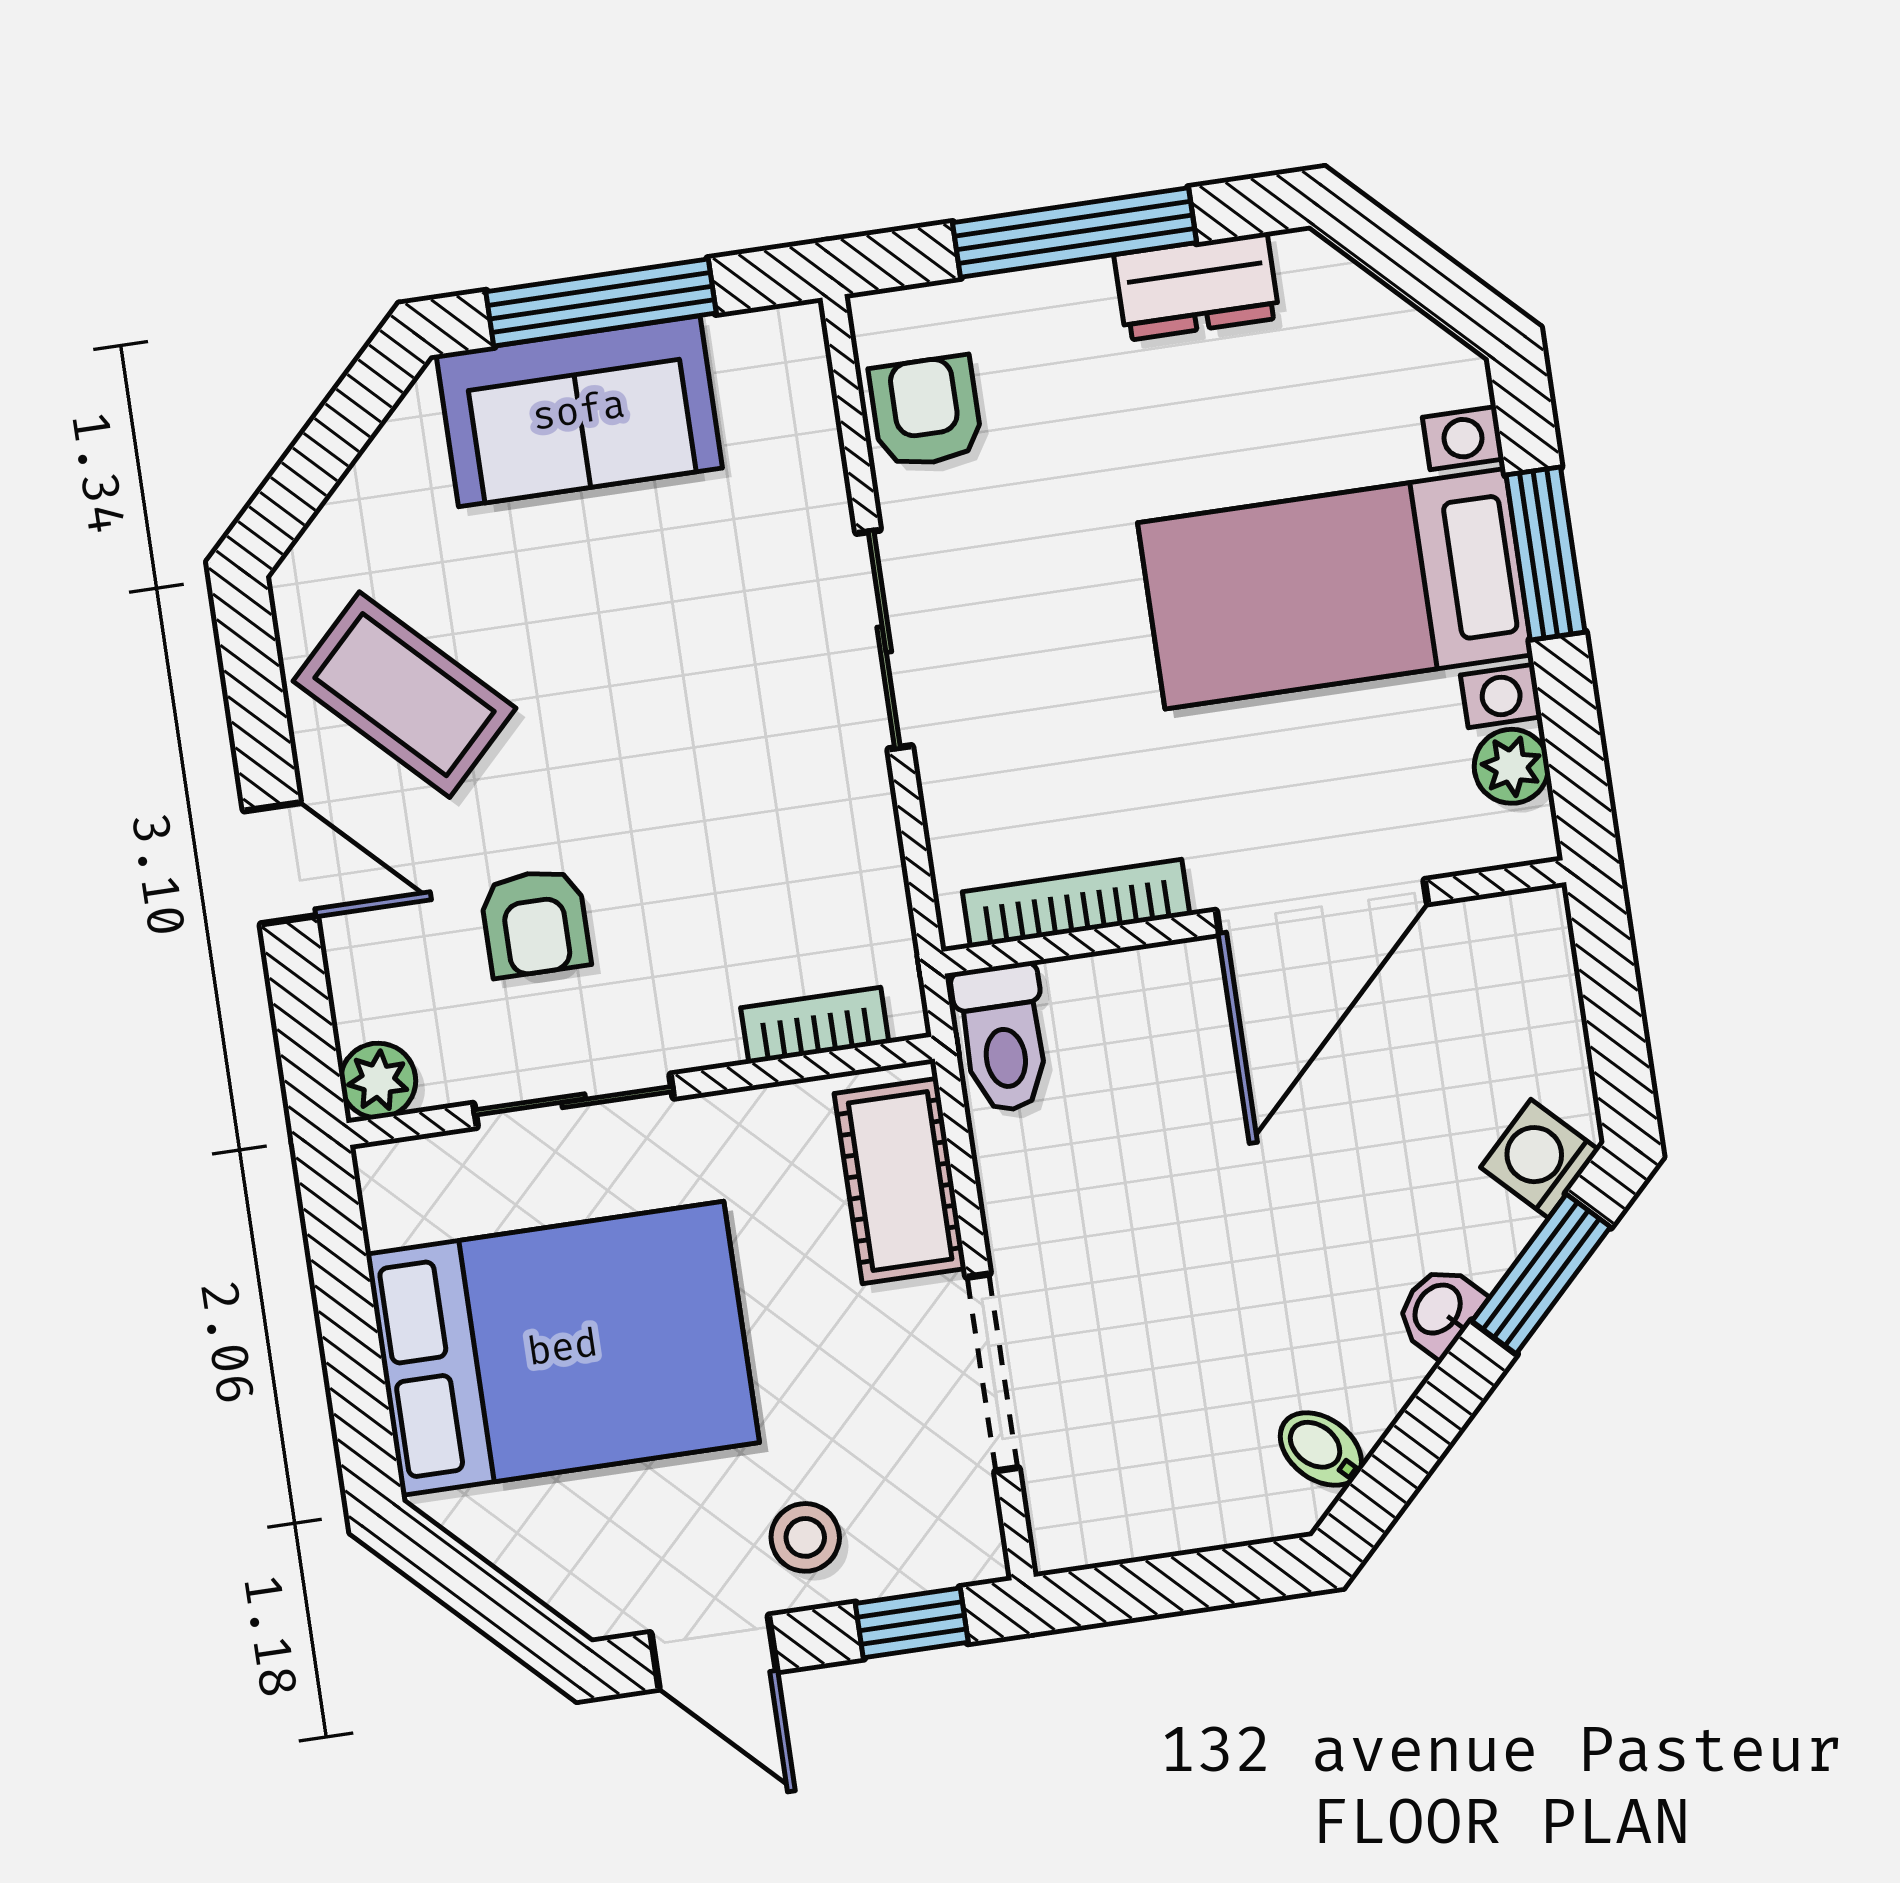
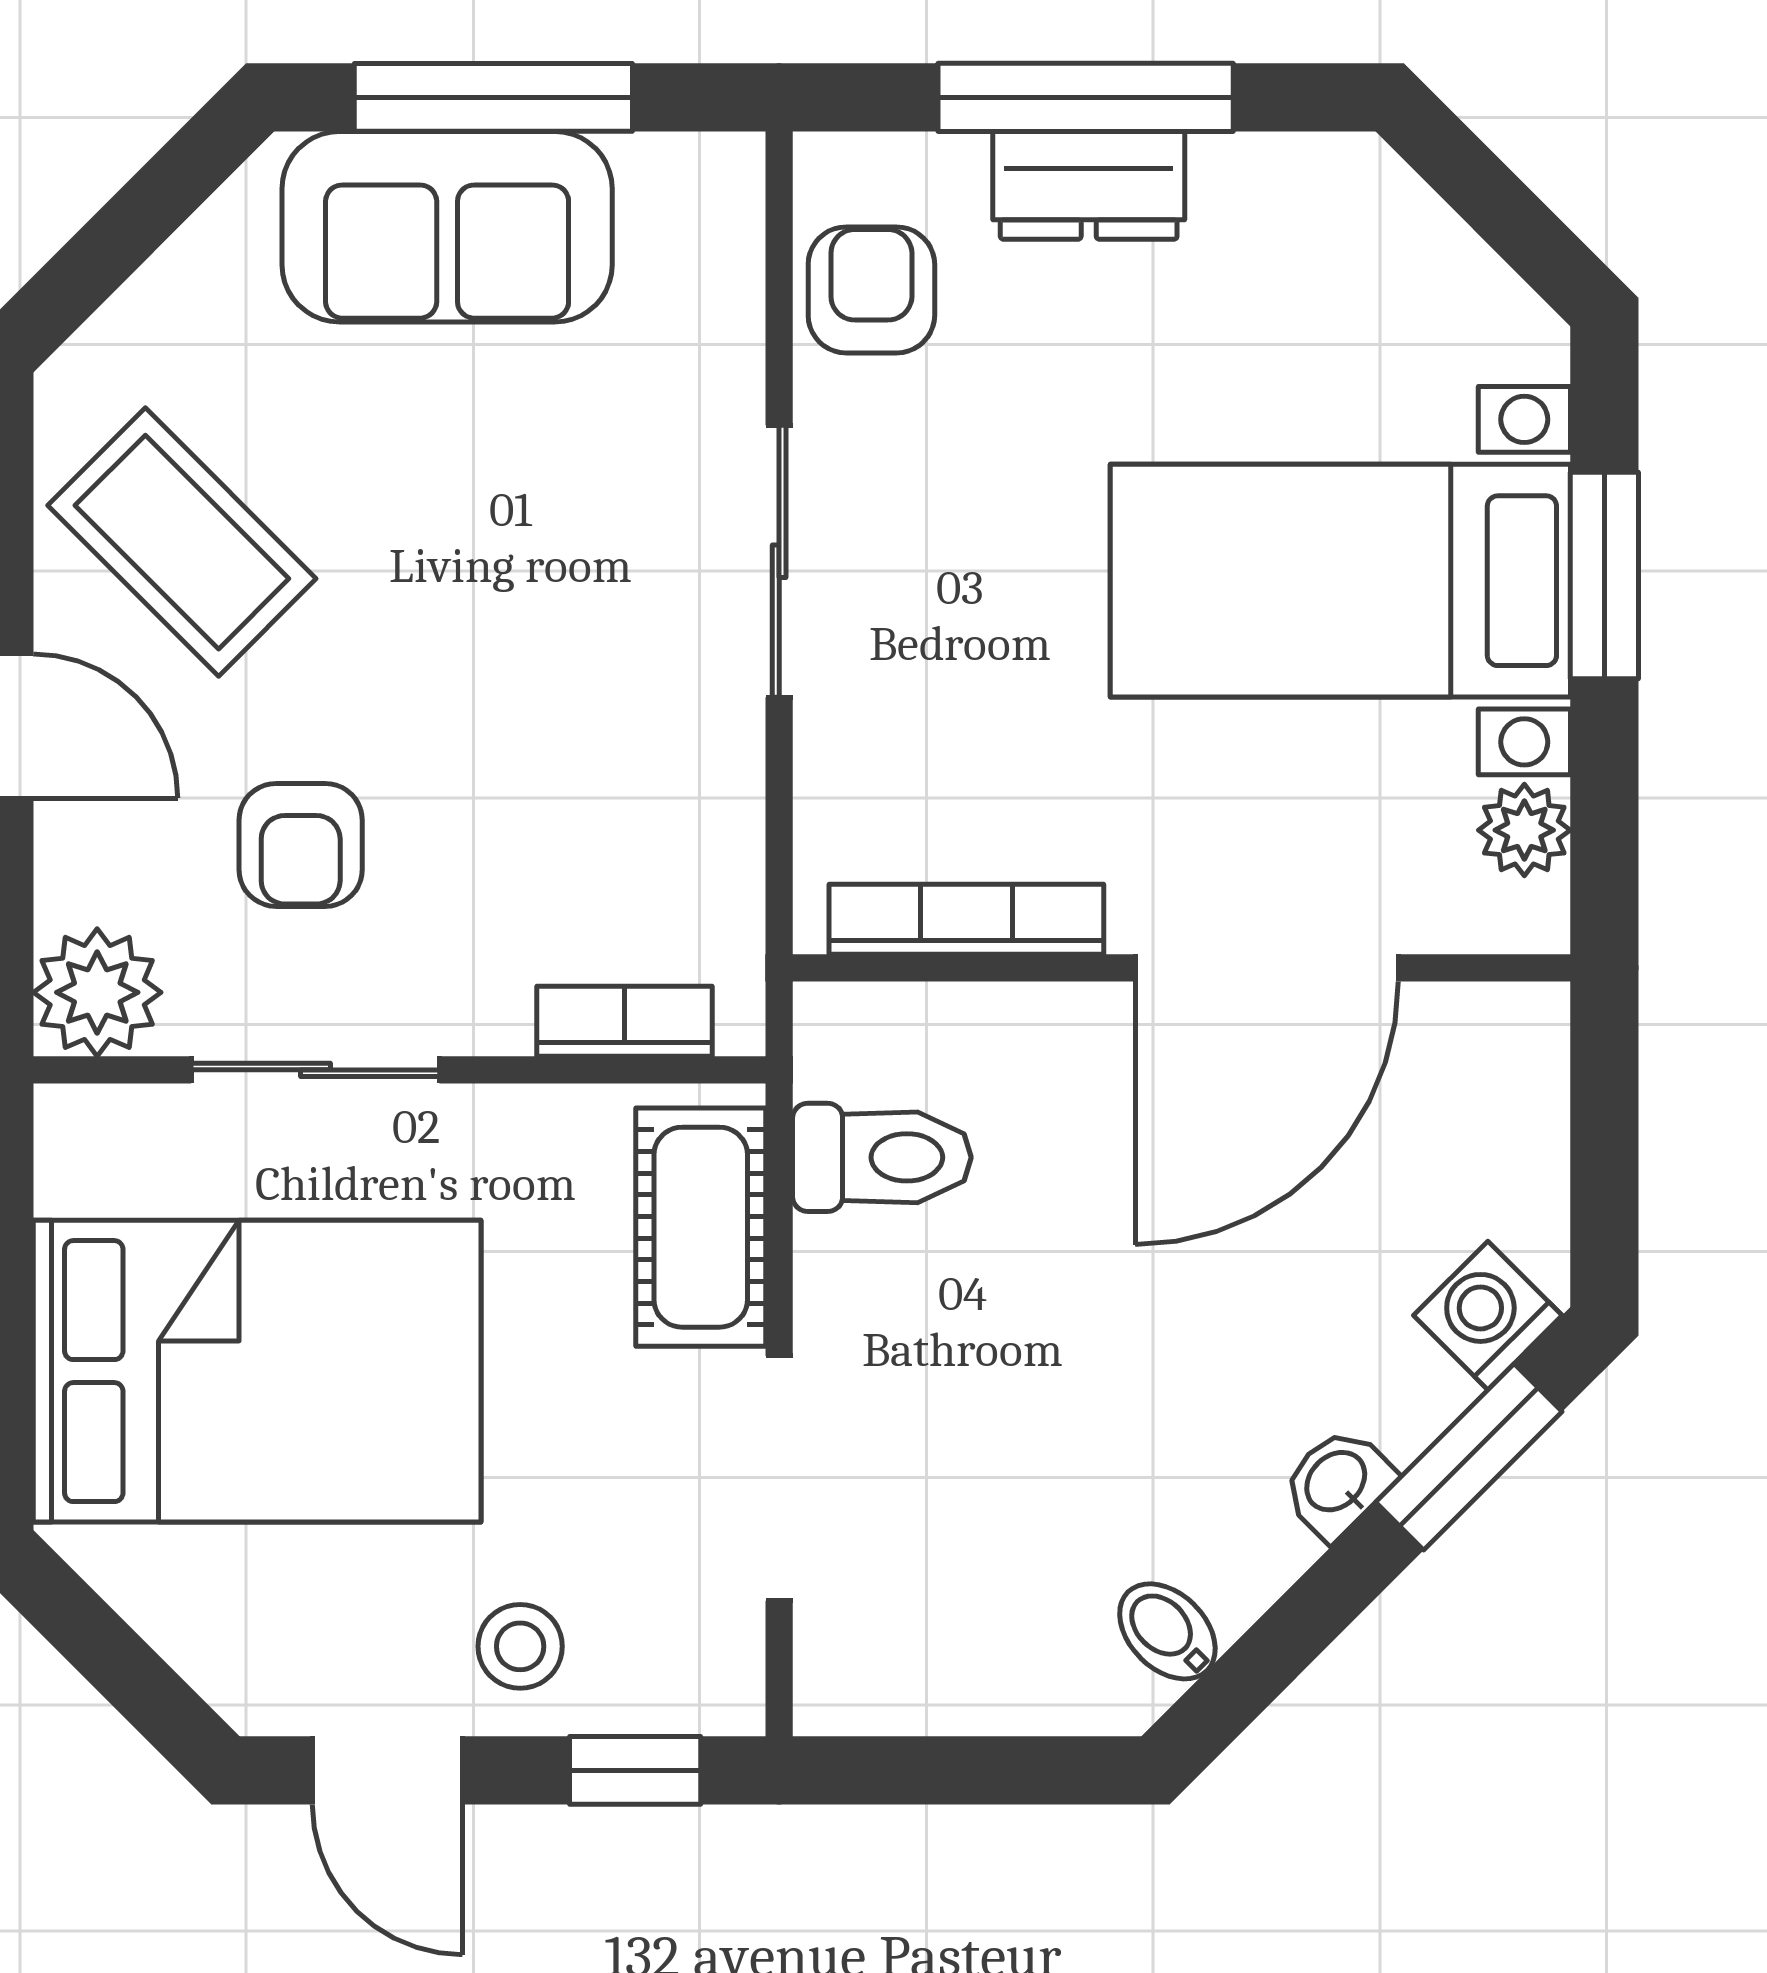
dresser: (1197, 286) -> (1089, 185), moved
toilet: (1003, 1038) -> (882, 1157), moved, turned -90
plant: (378, 1081) -> (97, 992), width x1.38, depth x1.38

